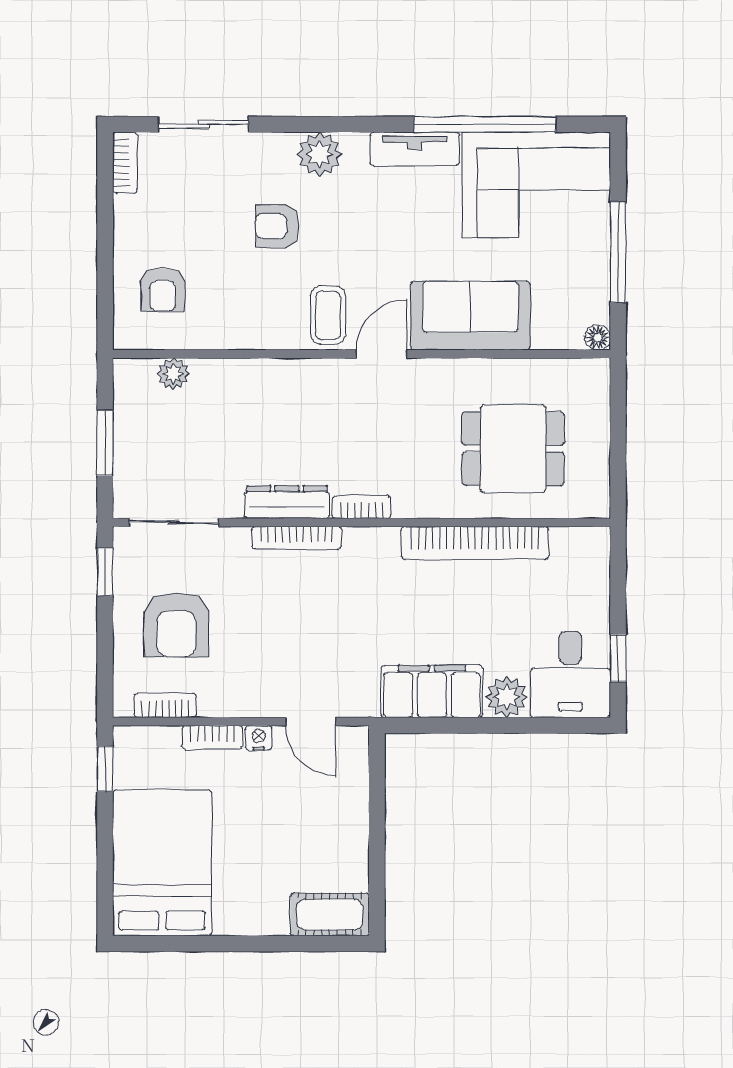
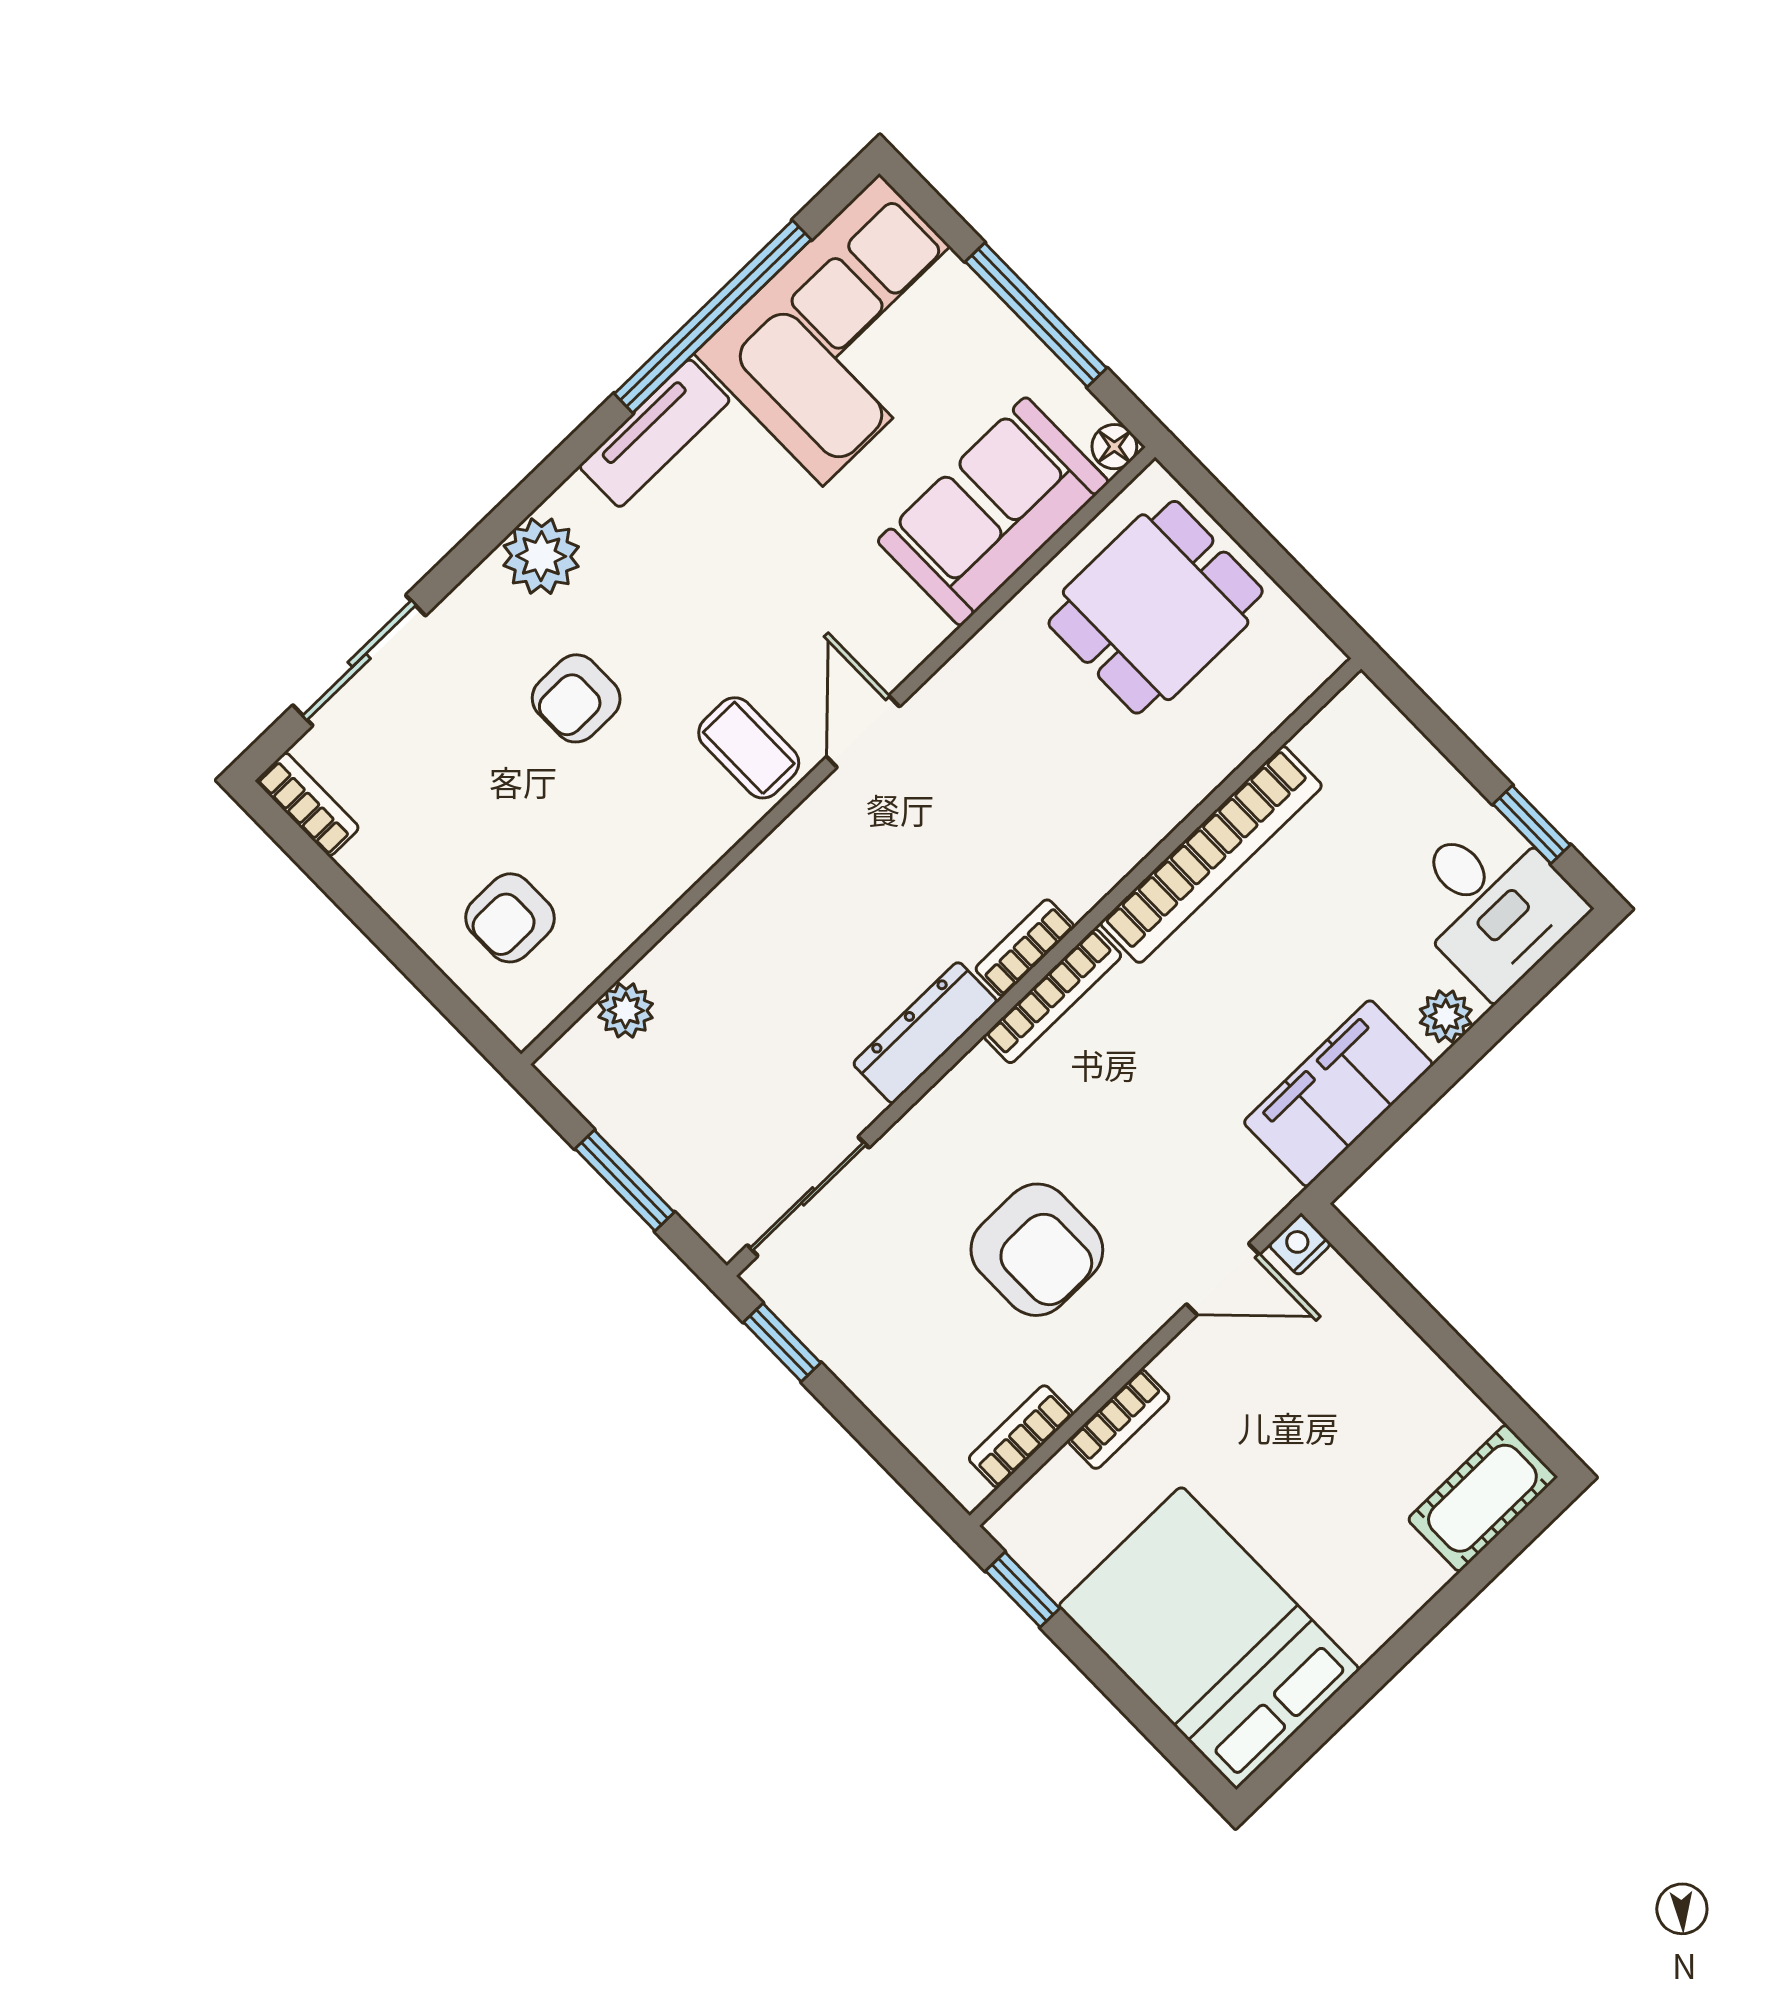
armchair: (163, 290) -> (510, 918), turned 90
sofa: (470, 316) -> (993, 511), moved
dining table: (513, 449) -> (1156, 607), moved
bookcase: (296, 538) -> (1053, 996), moved
armchair: (176, 625) -> (1037, 1250), moved
plant: (507, 697) -> (1446, 1016), width x0.73, depth x0.73
nightstand: (259, 738) -> (1300, 1244), moved

